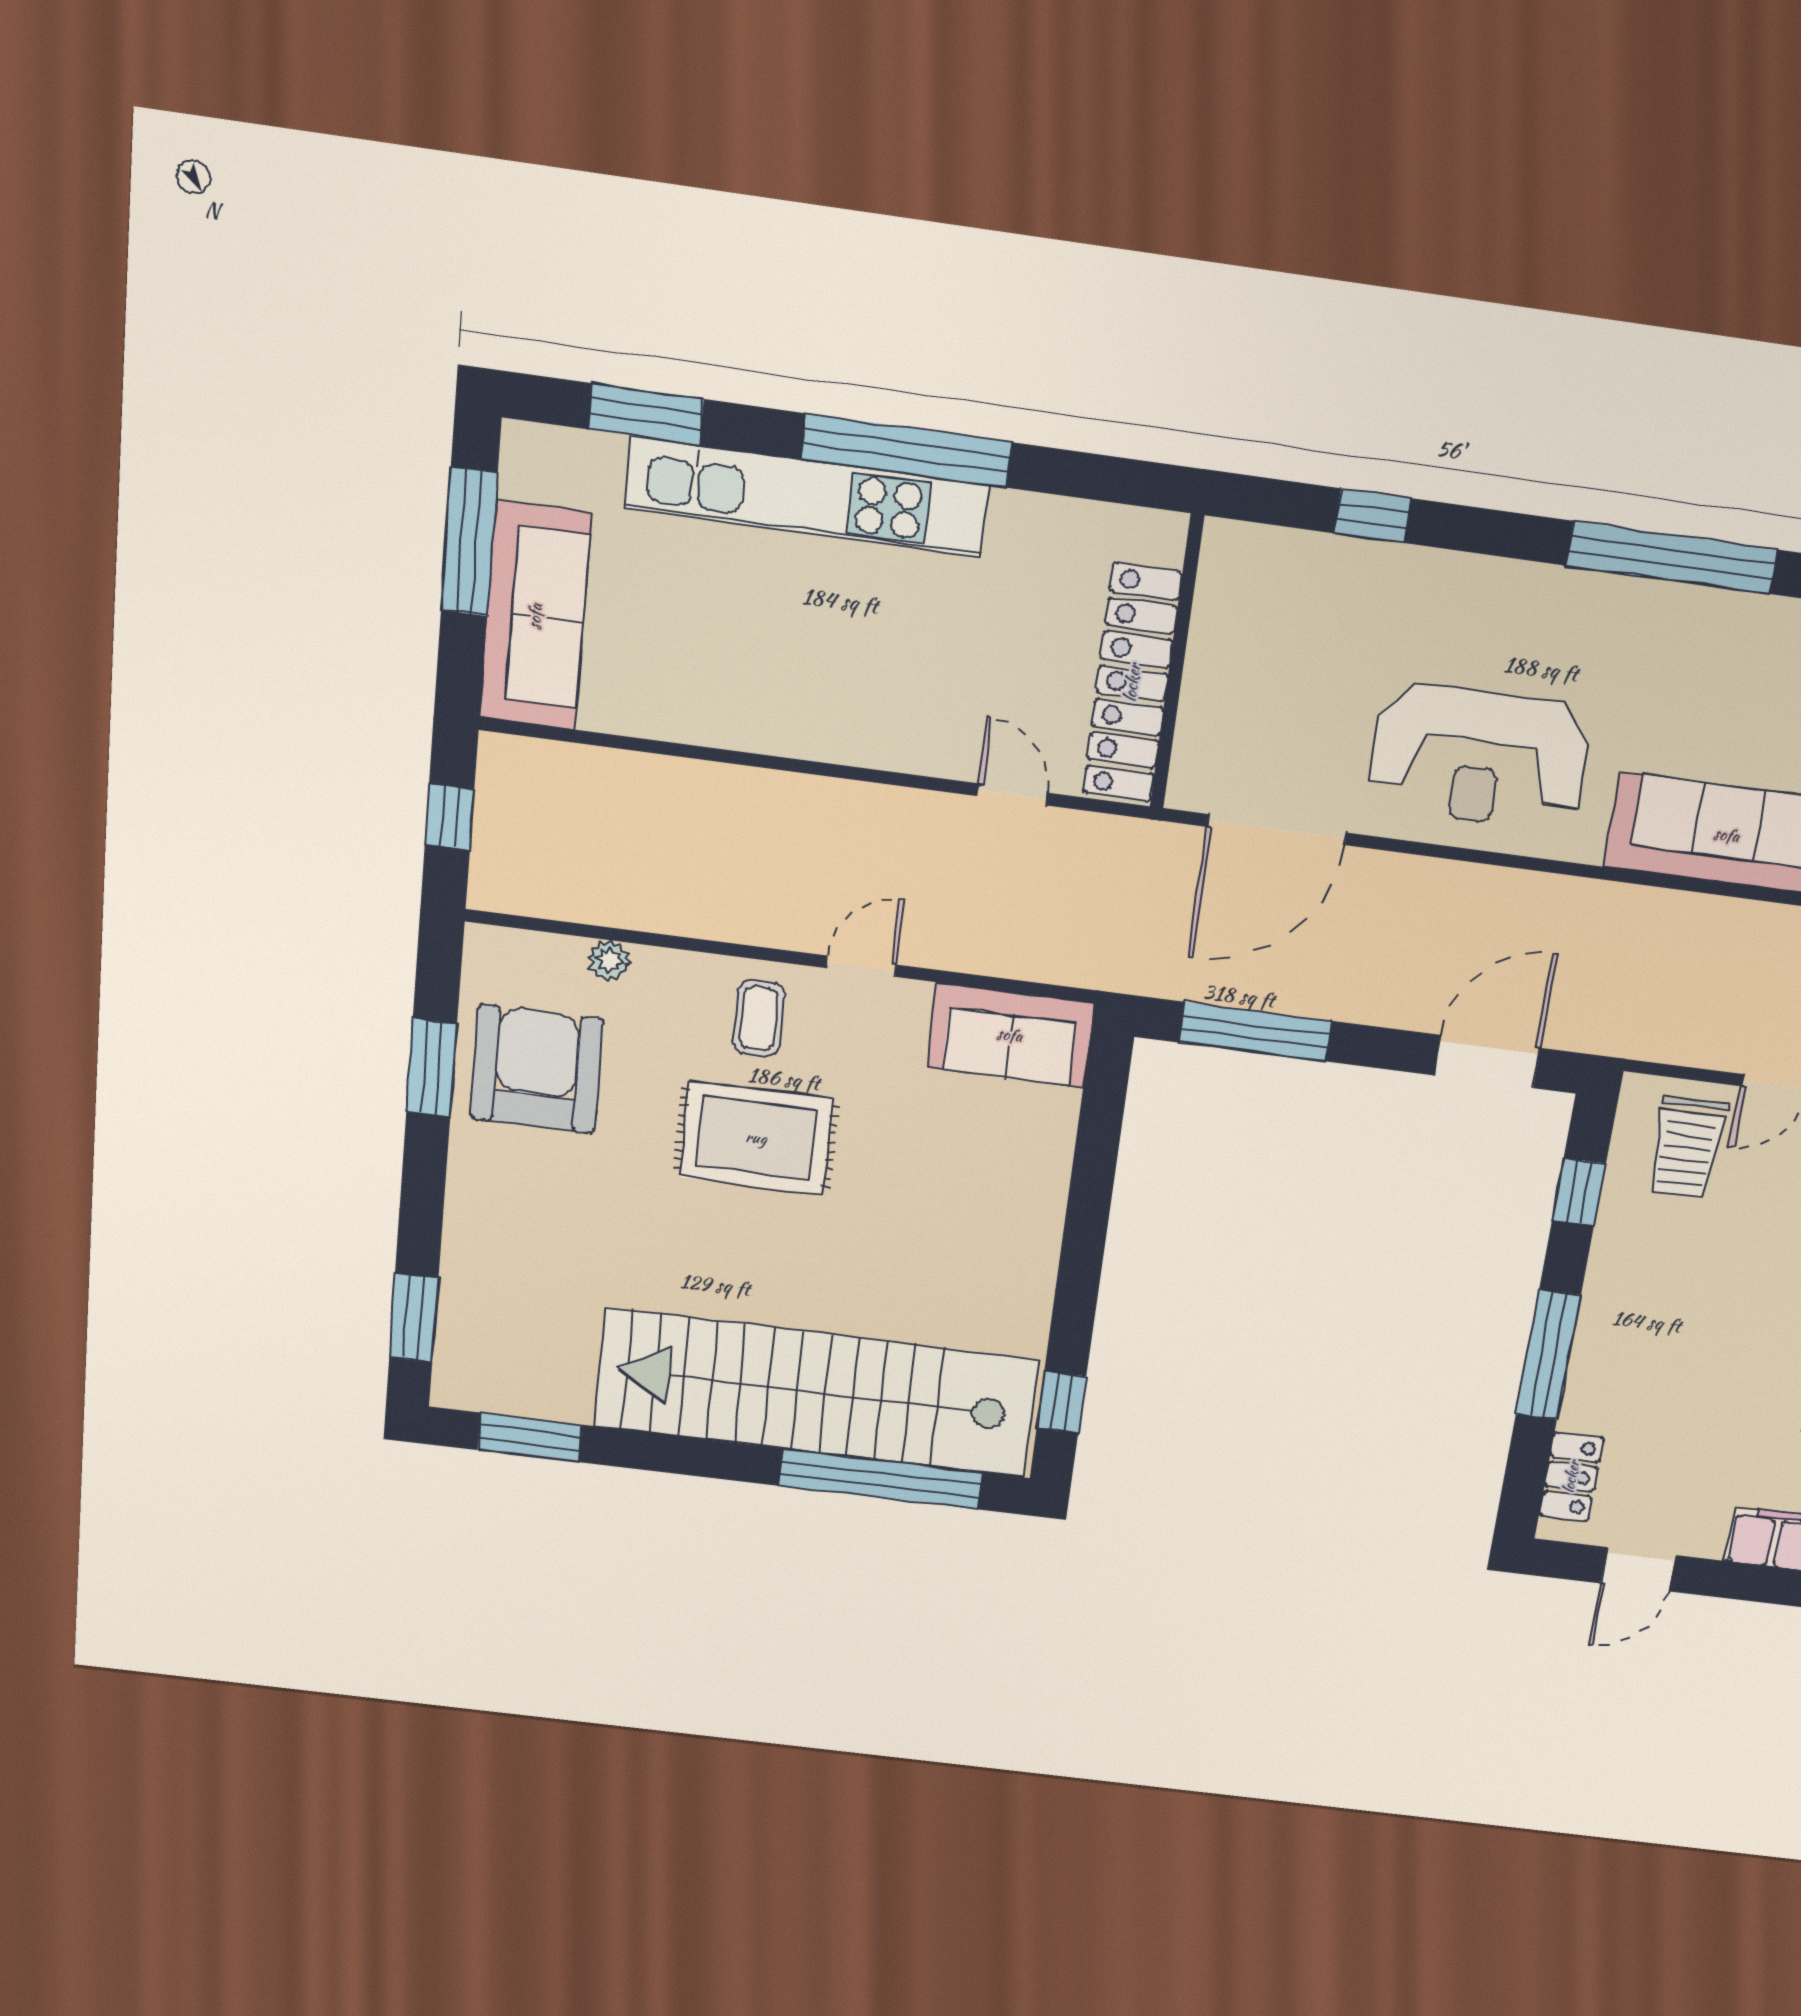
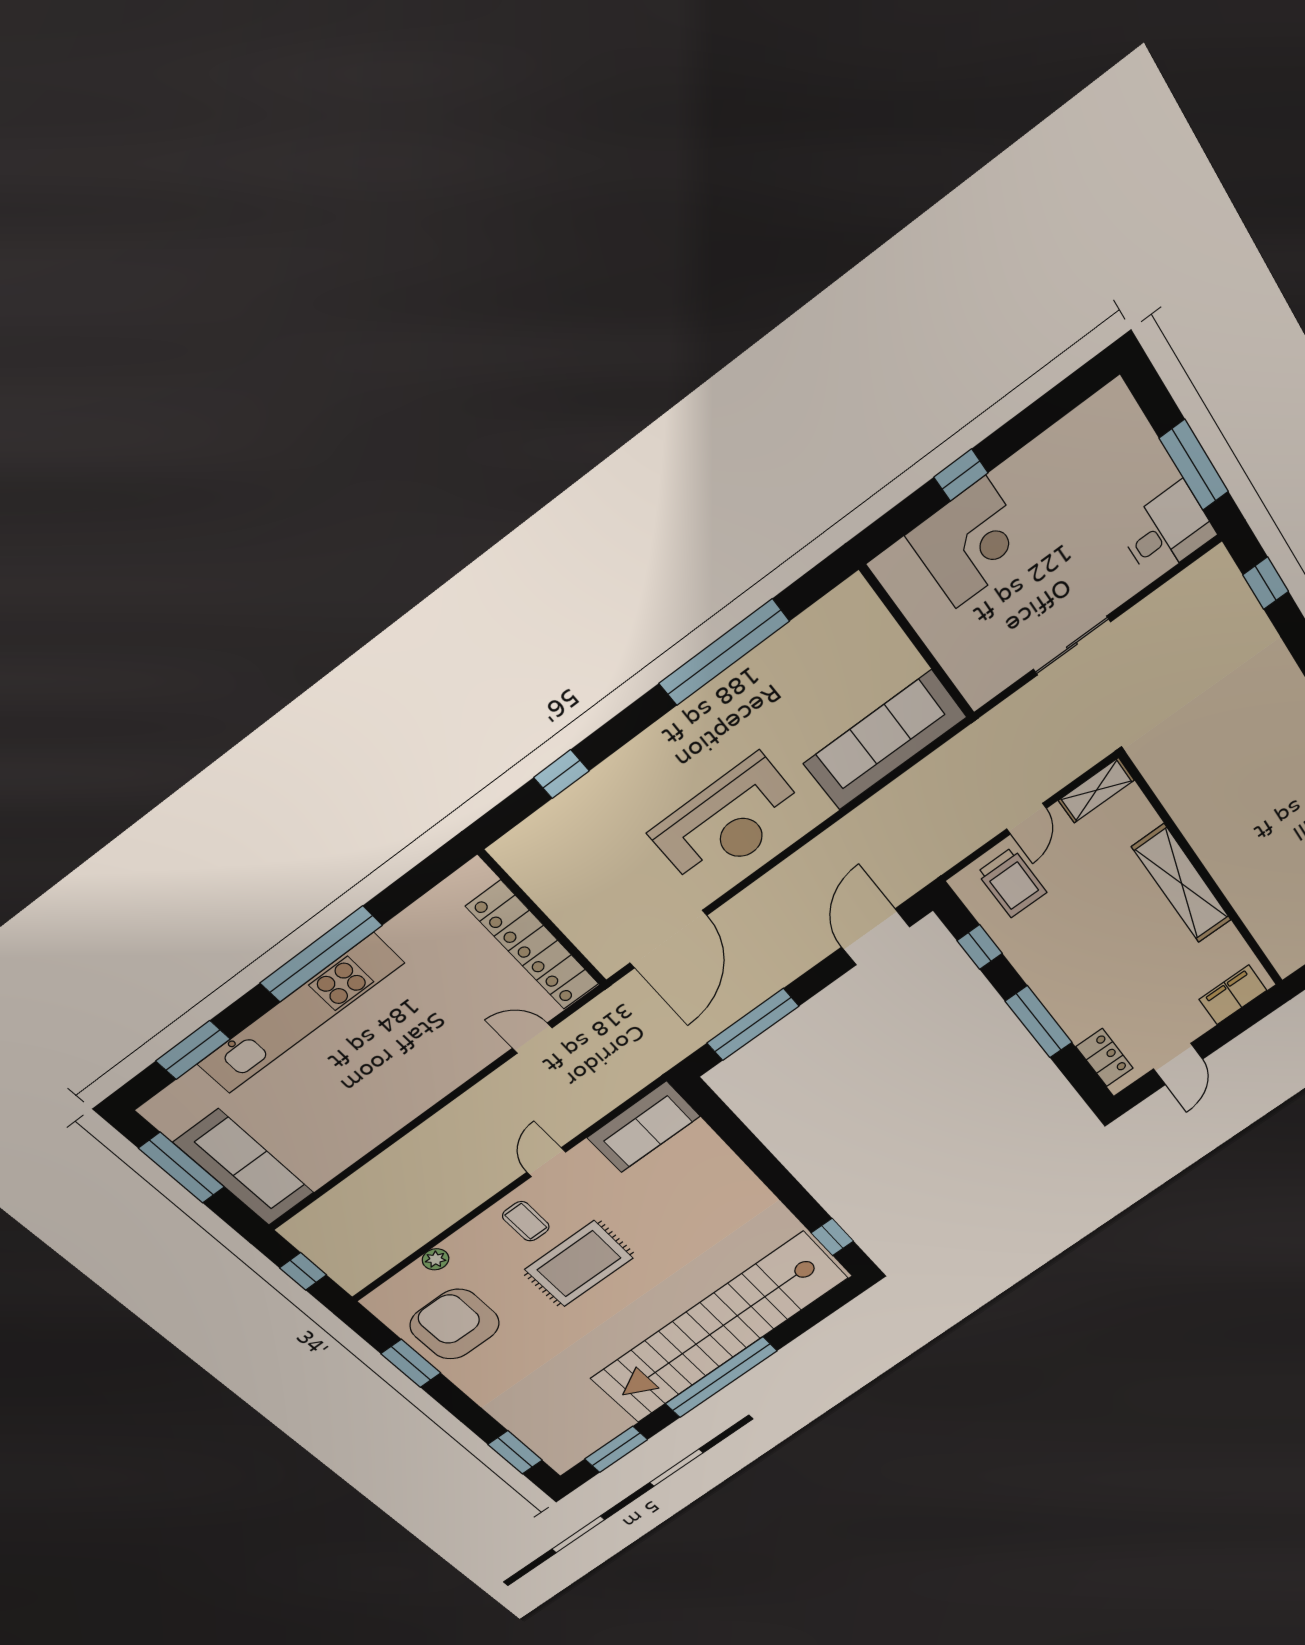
window: (881, 1479) -> (721, 1377), moved

